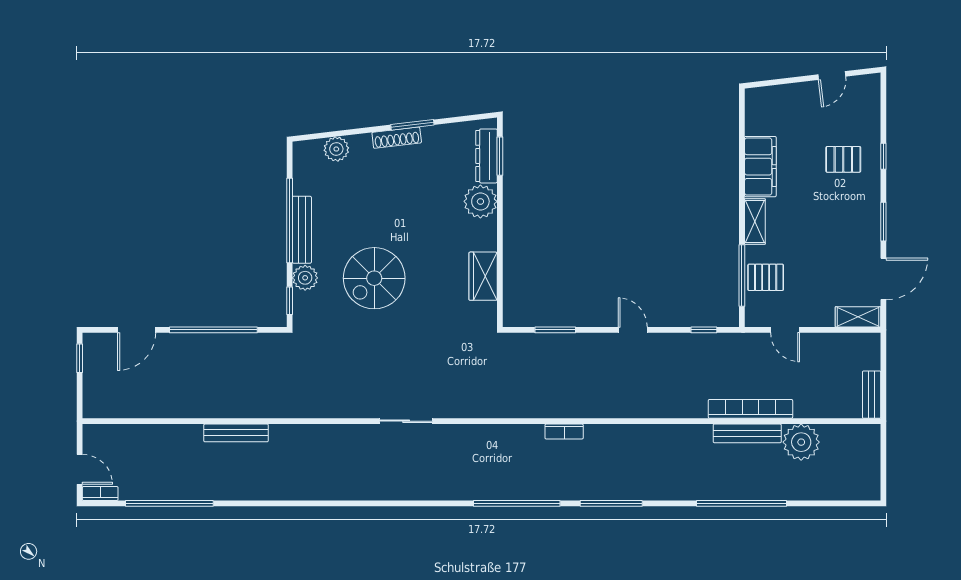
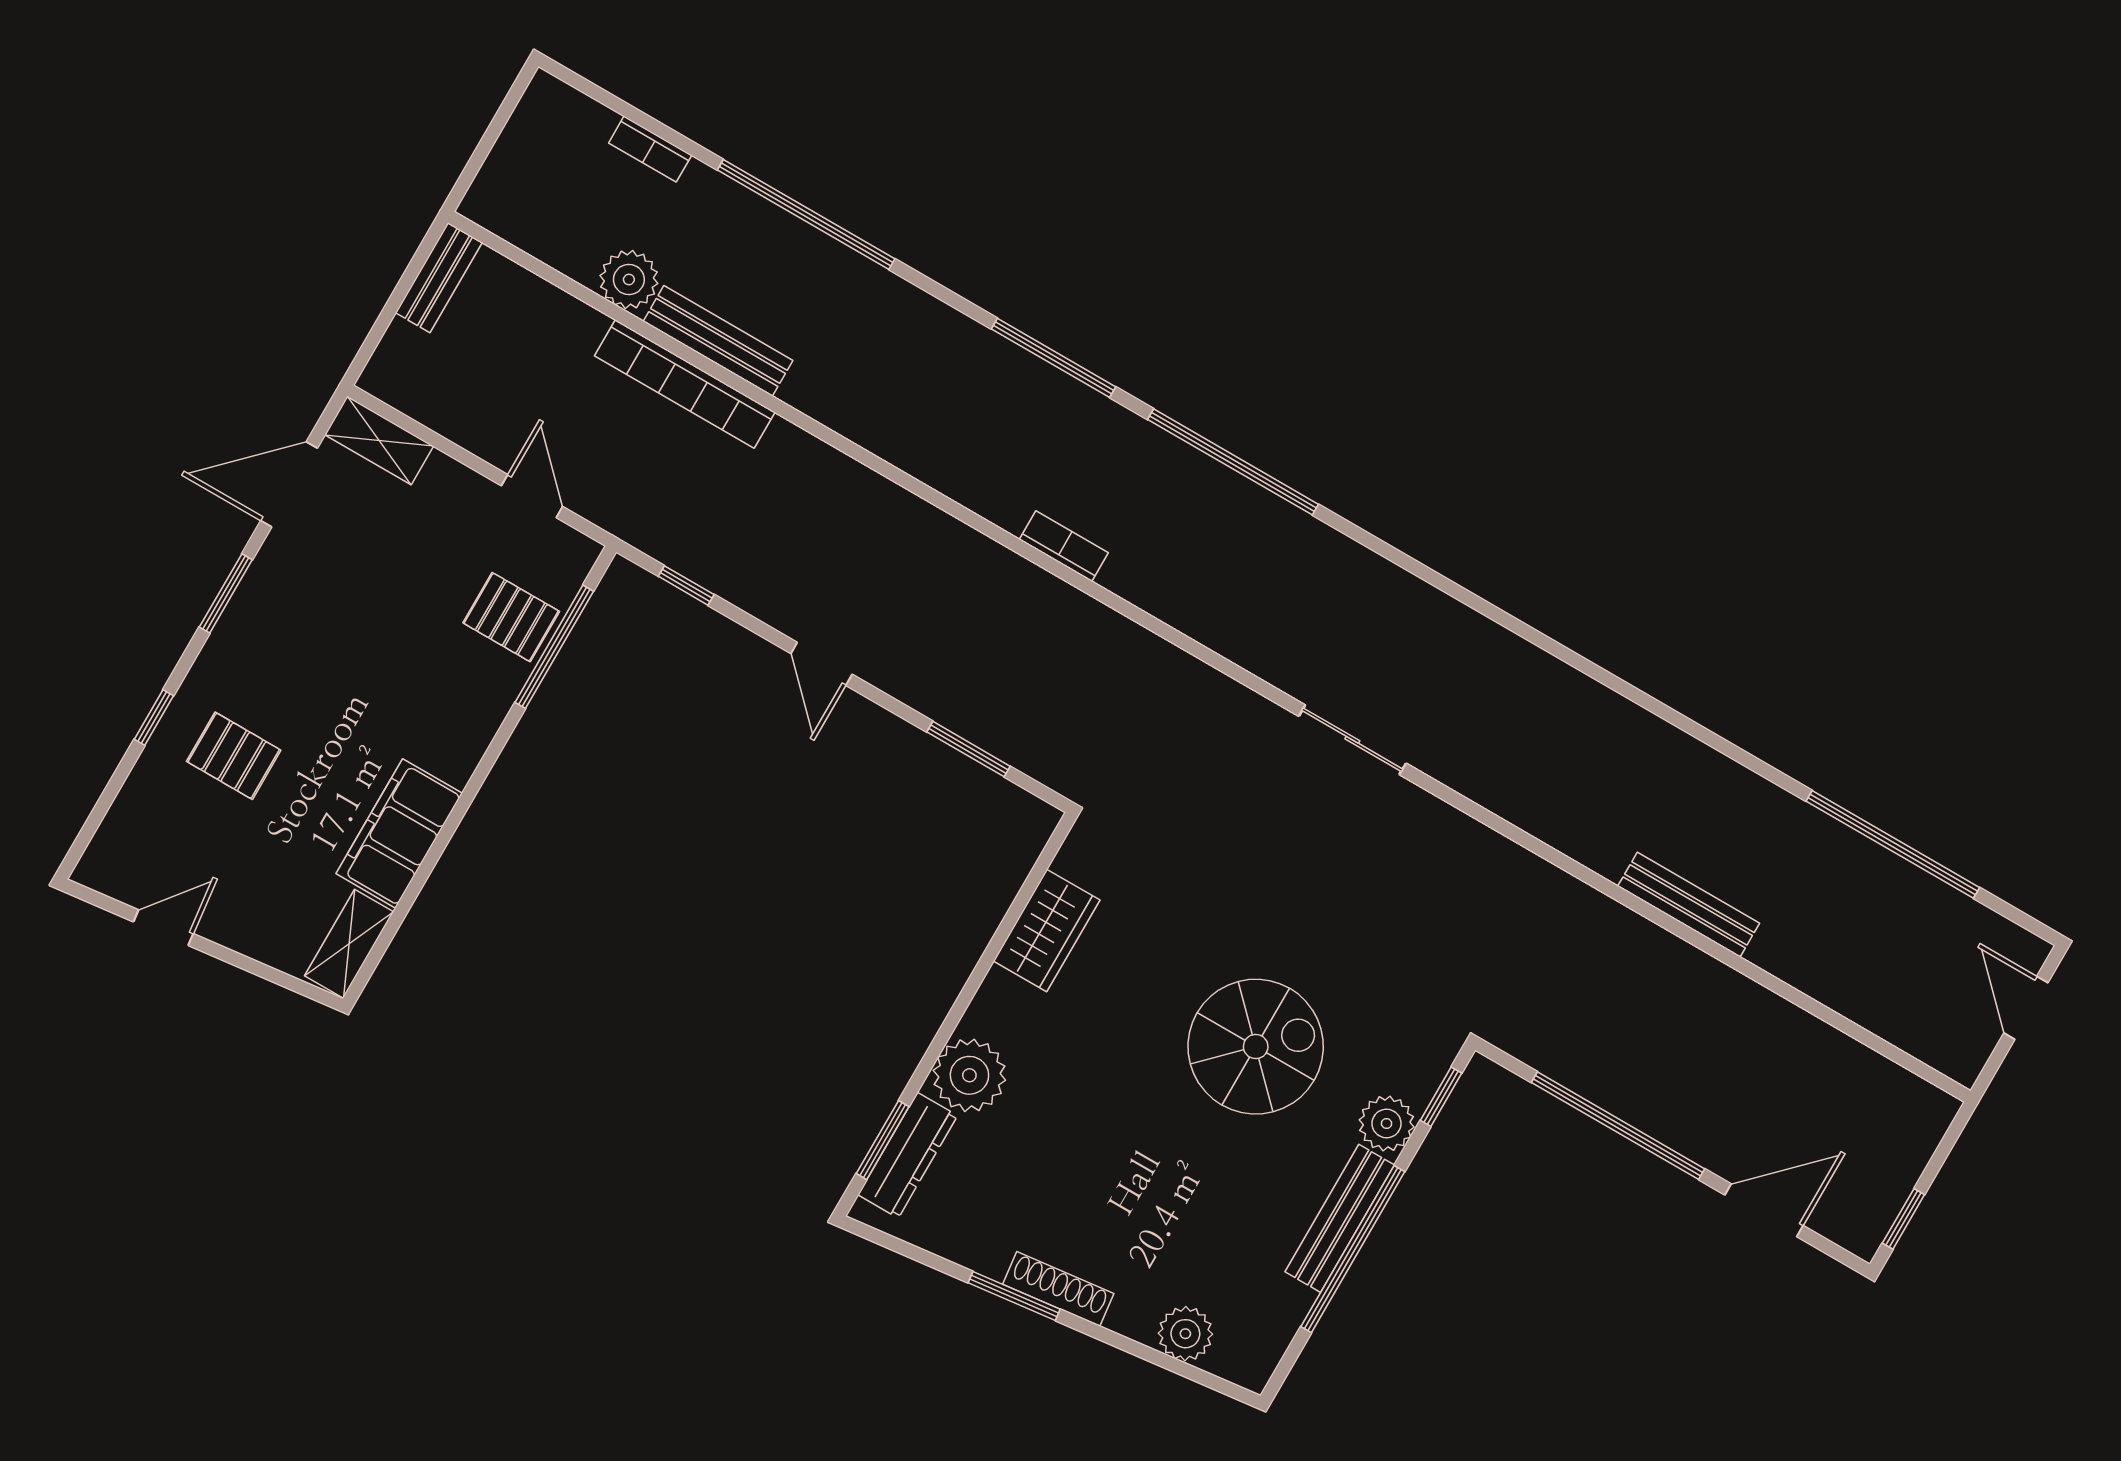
shelving: (755, 221) -> (349, 944), moved
plant: (801, 442) -> (629, 279), width x0.73, depth x0.73
bookcase: (100, 494) -> (650, 149), moved

